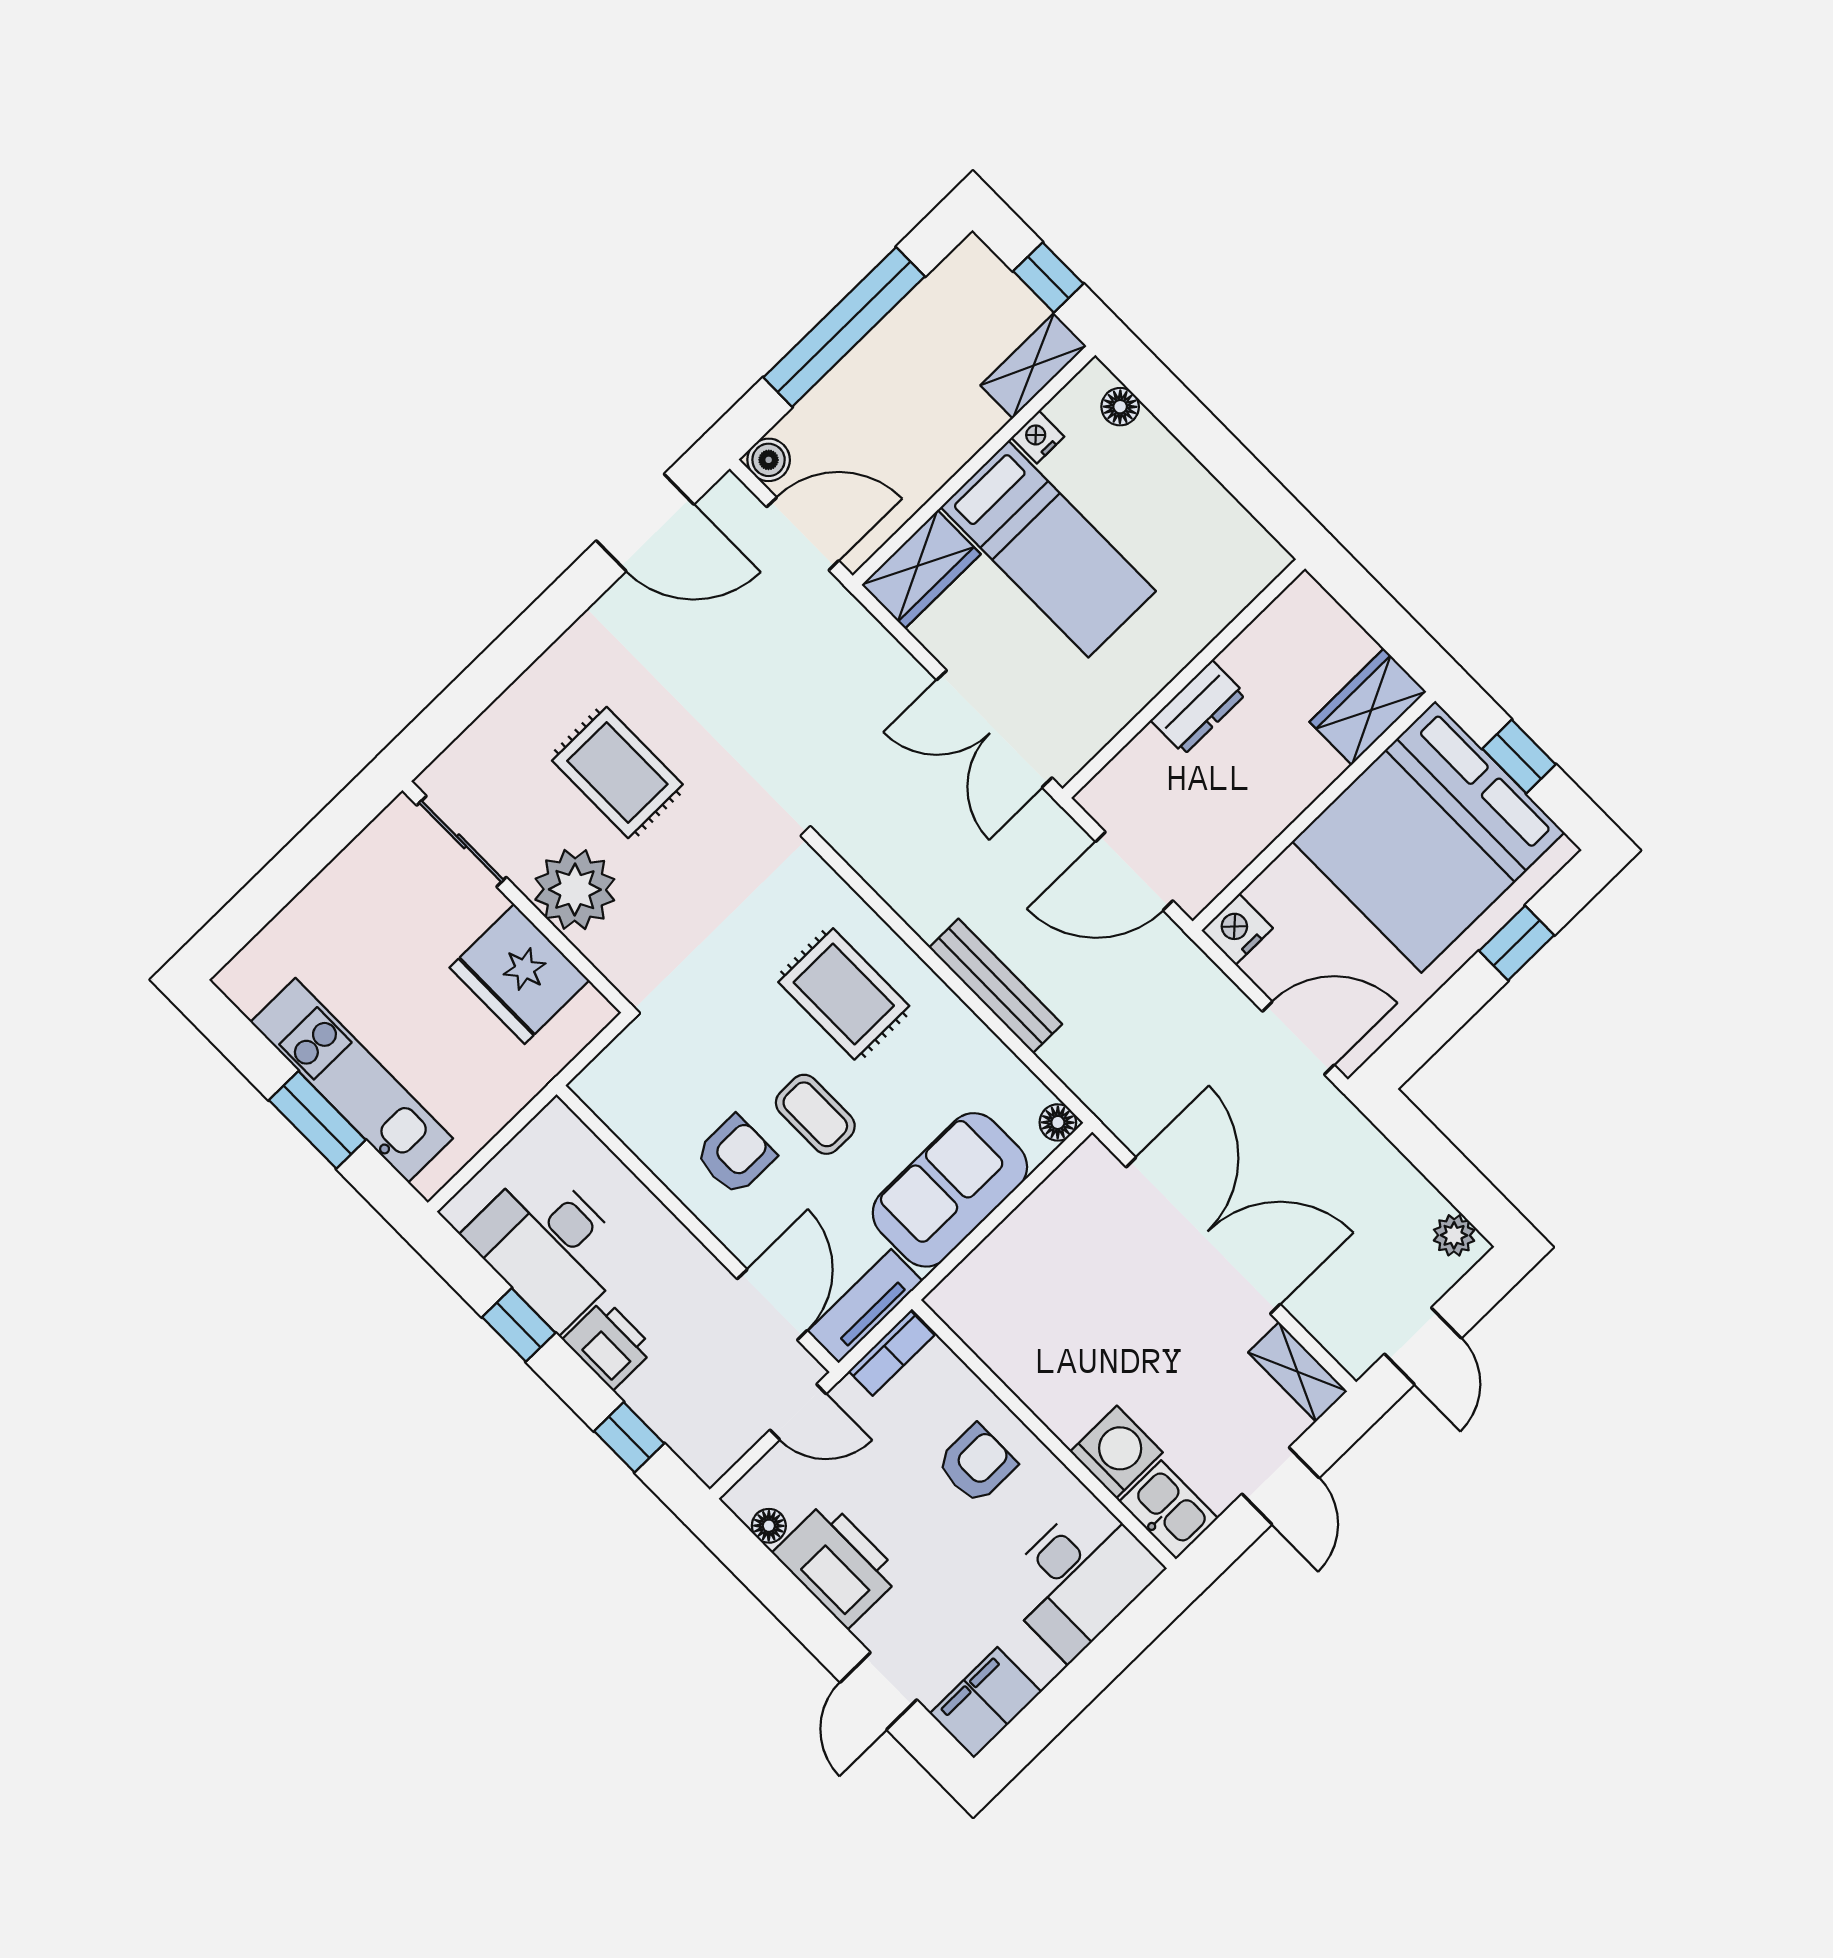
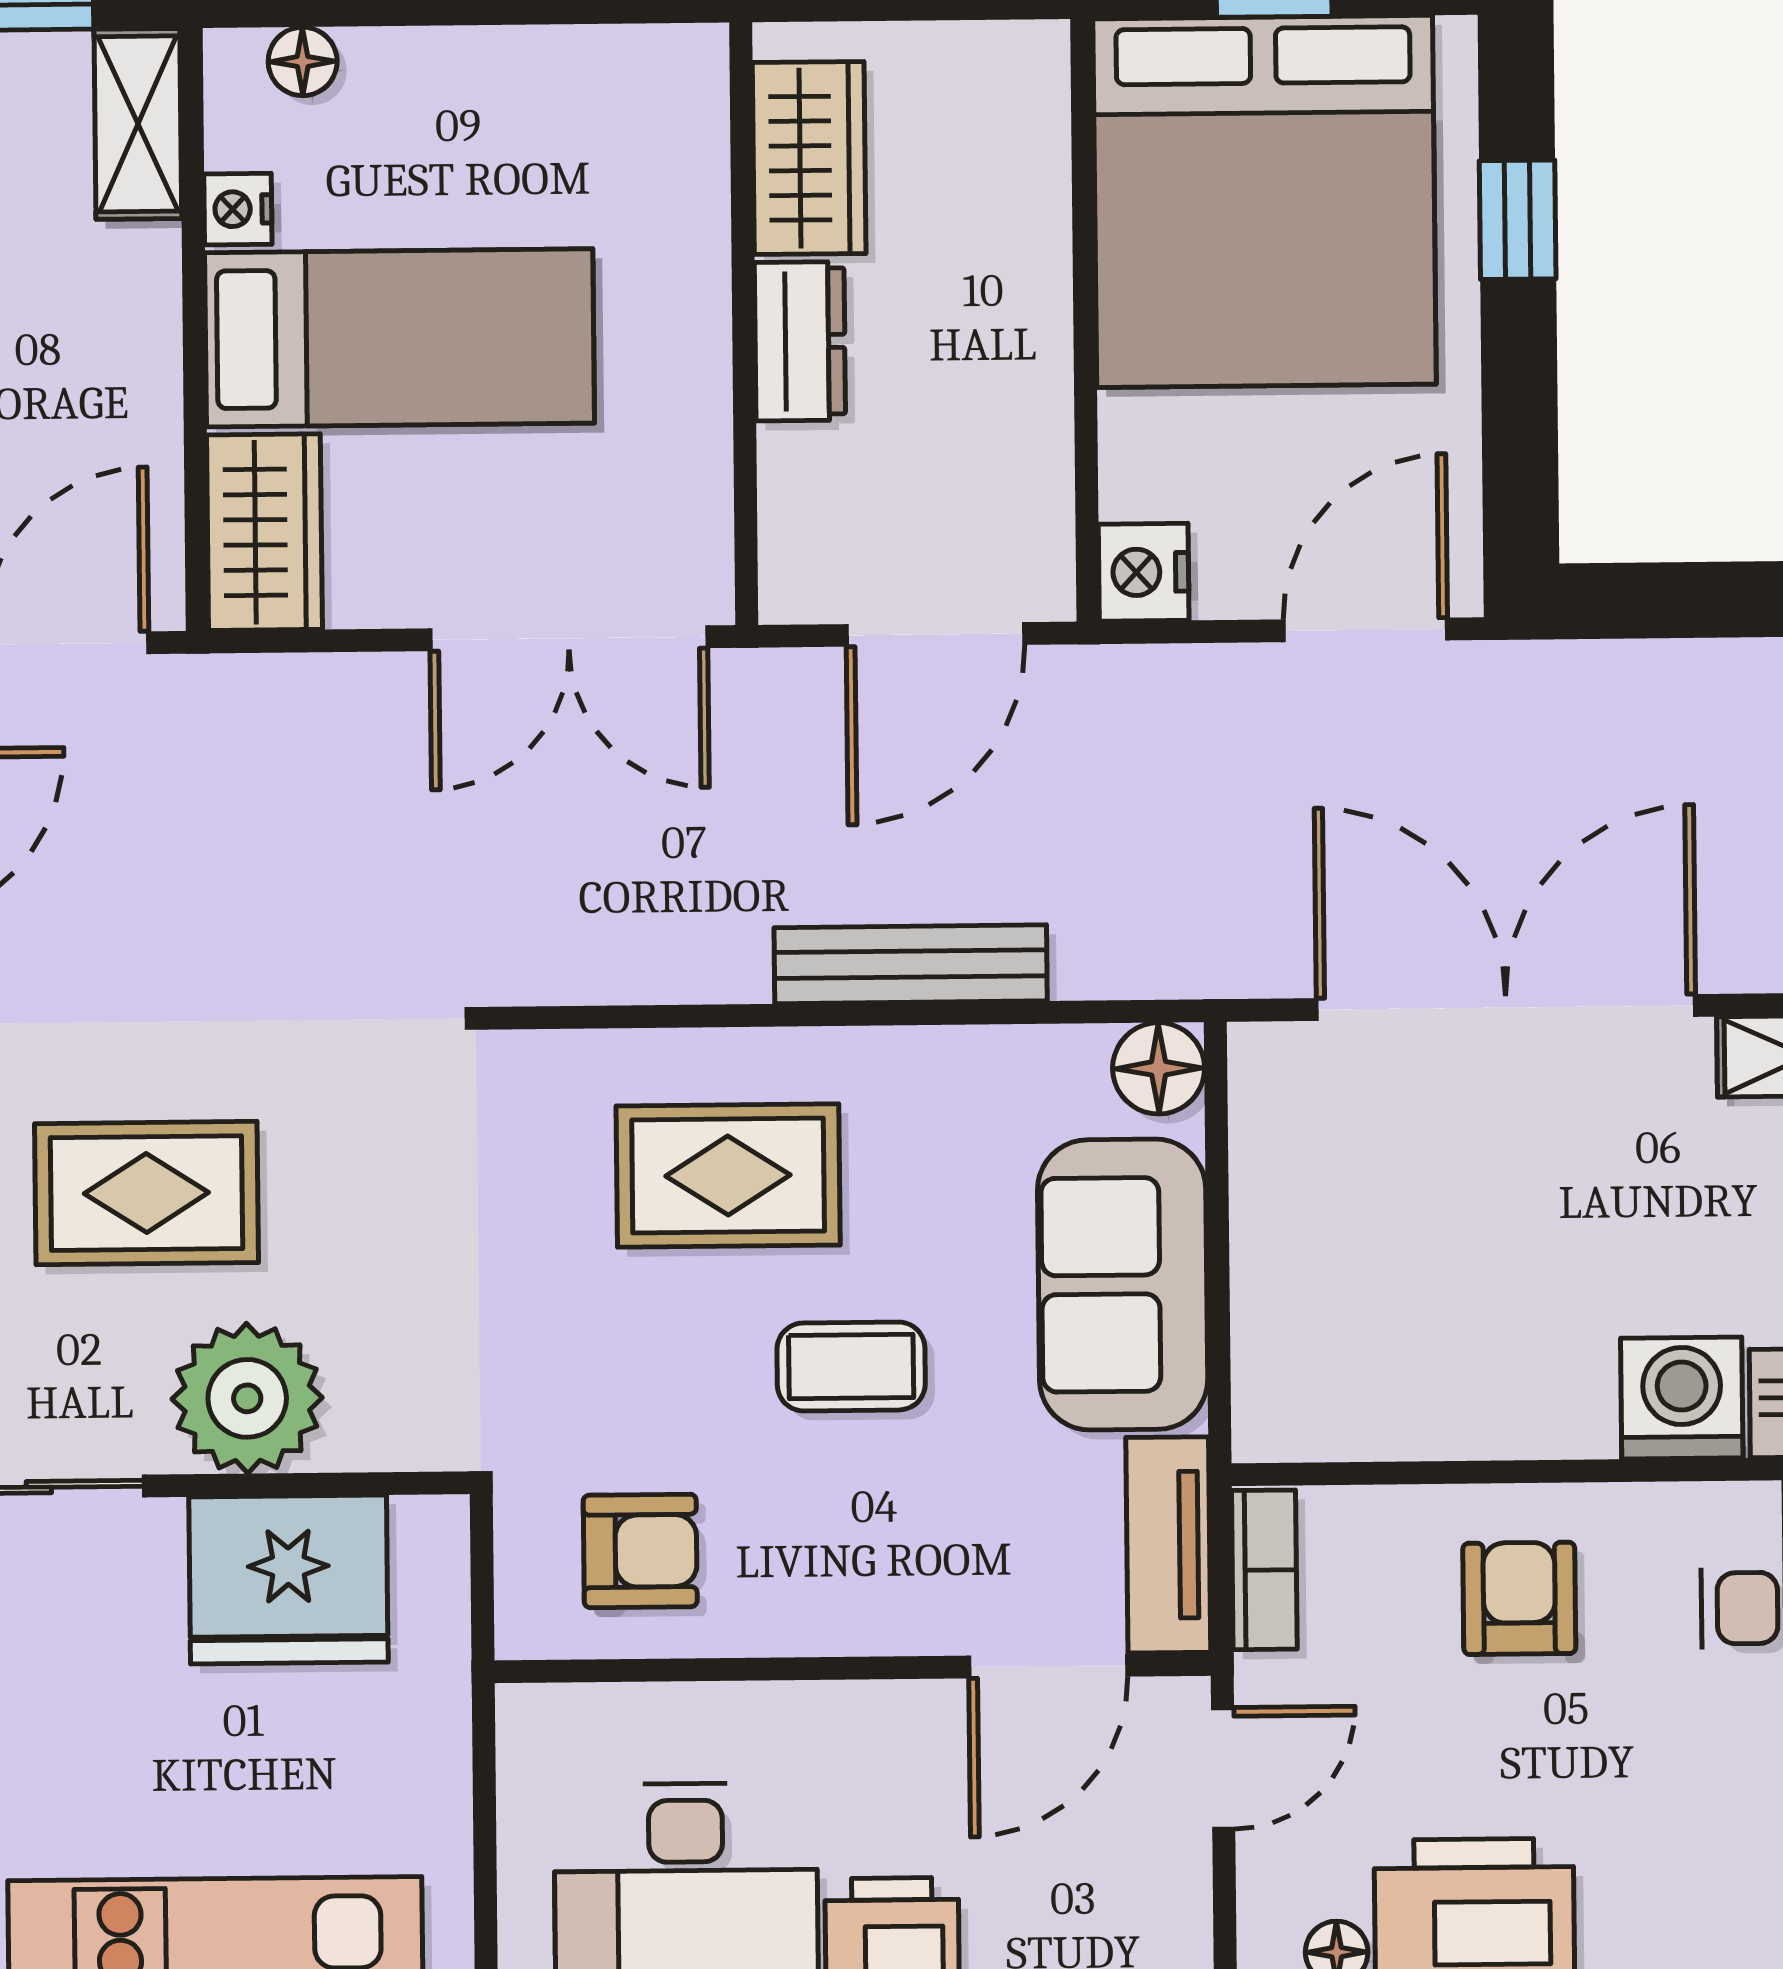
wardrobe: (1368, 707) -> (809, 158), moved, turned 180
floor lamp: (1058, 1122) -> (1159, 1068), width x1.37, depth x1.37
armchair: (735, 1155) -> (640, 1551), moved, turned 90
door: (772, 1305) -> (1048, 1666), swing flipped

